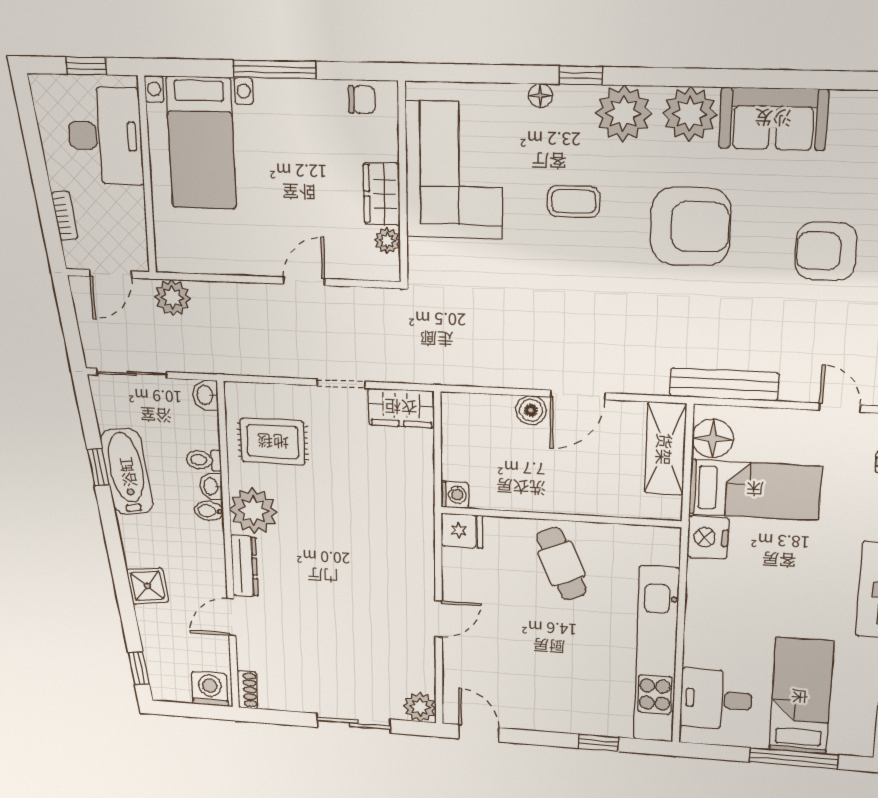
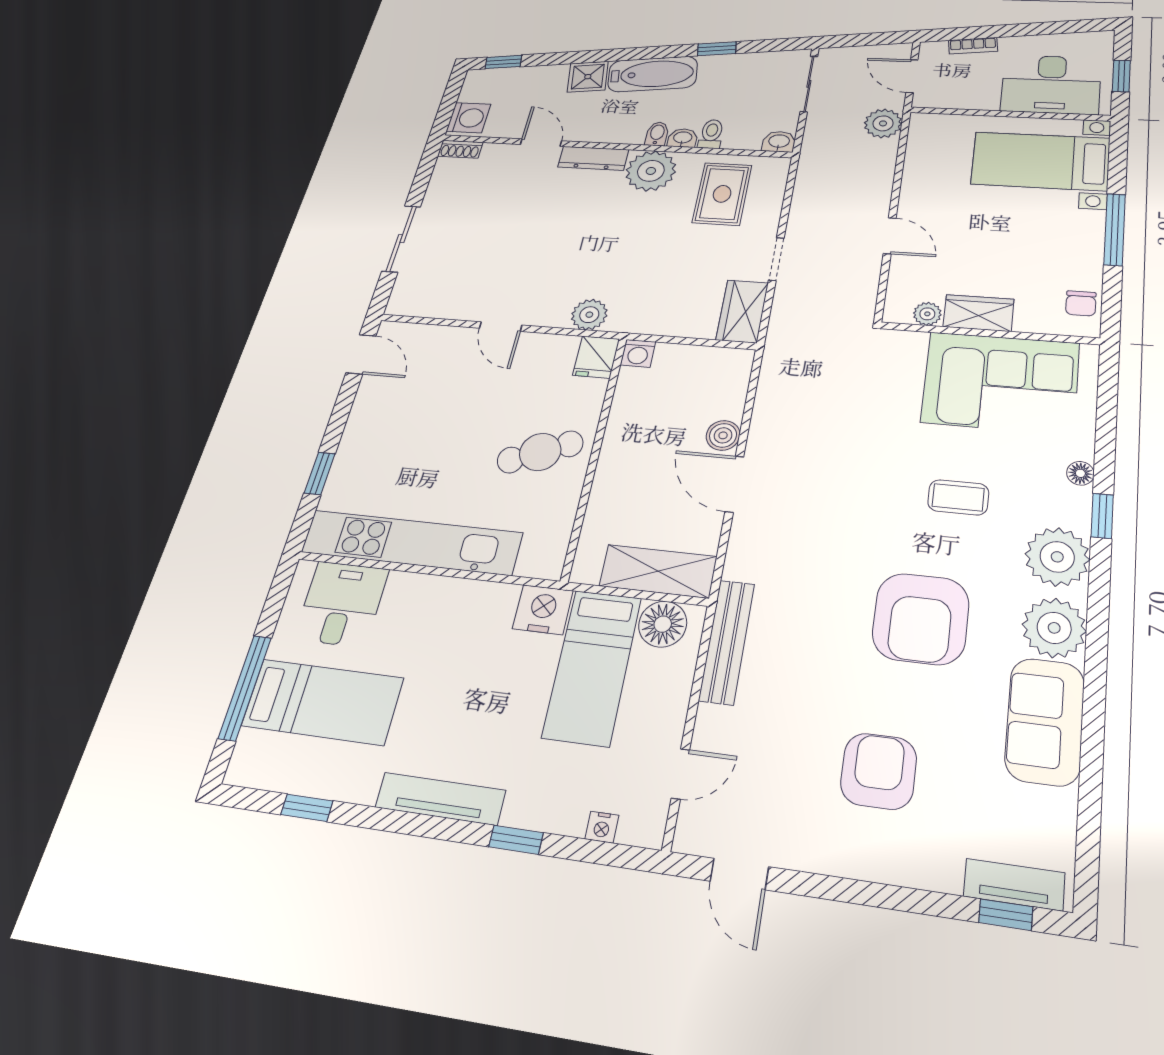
coffee table: (574, 201) -> (958, 497), turned 90
bathtub: (127, 472) -> (653, 74), moved
plant: (420, 707) -> (589, 315), moved
door: (479, 733) -> (361, 354), hinge flipped

